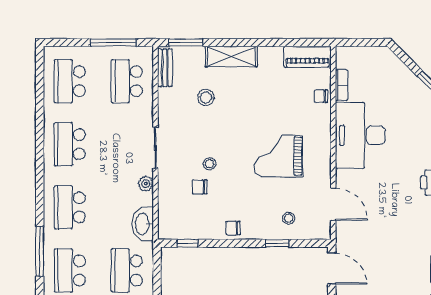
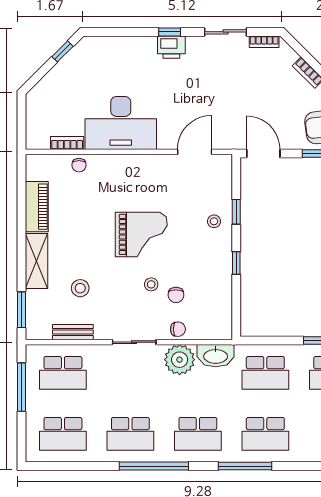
piano: (308, 57) -> (37, 207), moved
bench: (165, 68) -> (73, 332), moved
grand piano: (278, 156) -> (141, 234), moved, turned -90
window: (40, 166) -> (154, 466), added
plant: (146, 184) -> (180, 360), width x1.87, depth x1.87
stool: (289, 218) -> (214, 221), moved
chair: (233, 228) -> (178, 329), moved, turned -90
window: (188, 243) -> (236, 263), moved
door: (332, 269) -> (263, 153), hinge flipped

